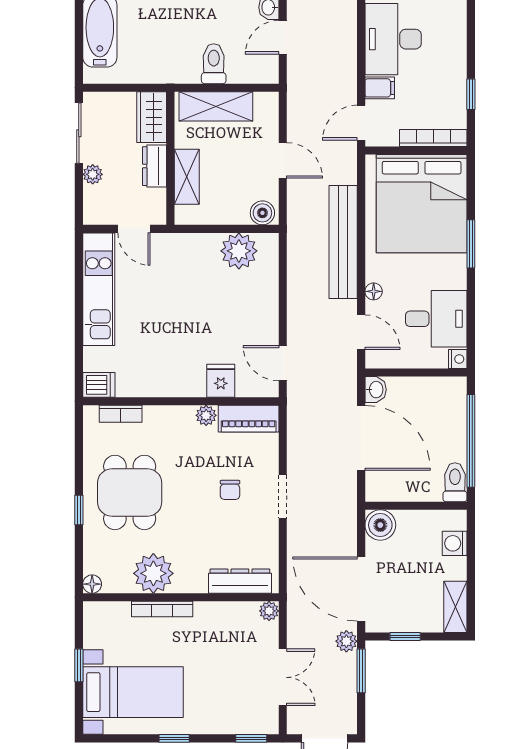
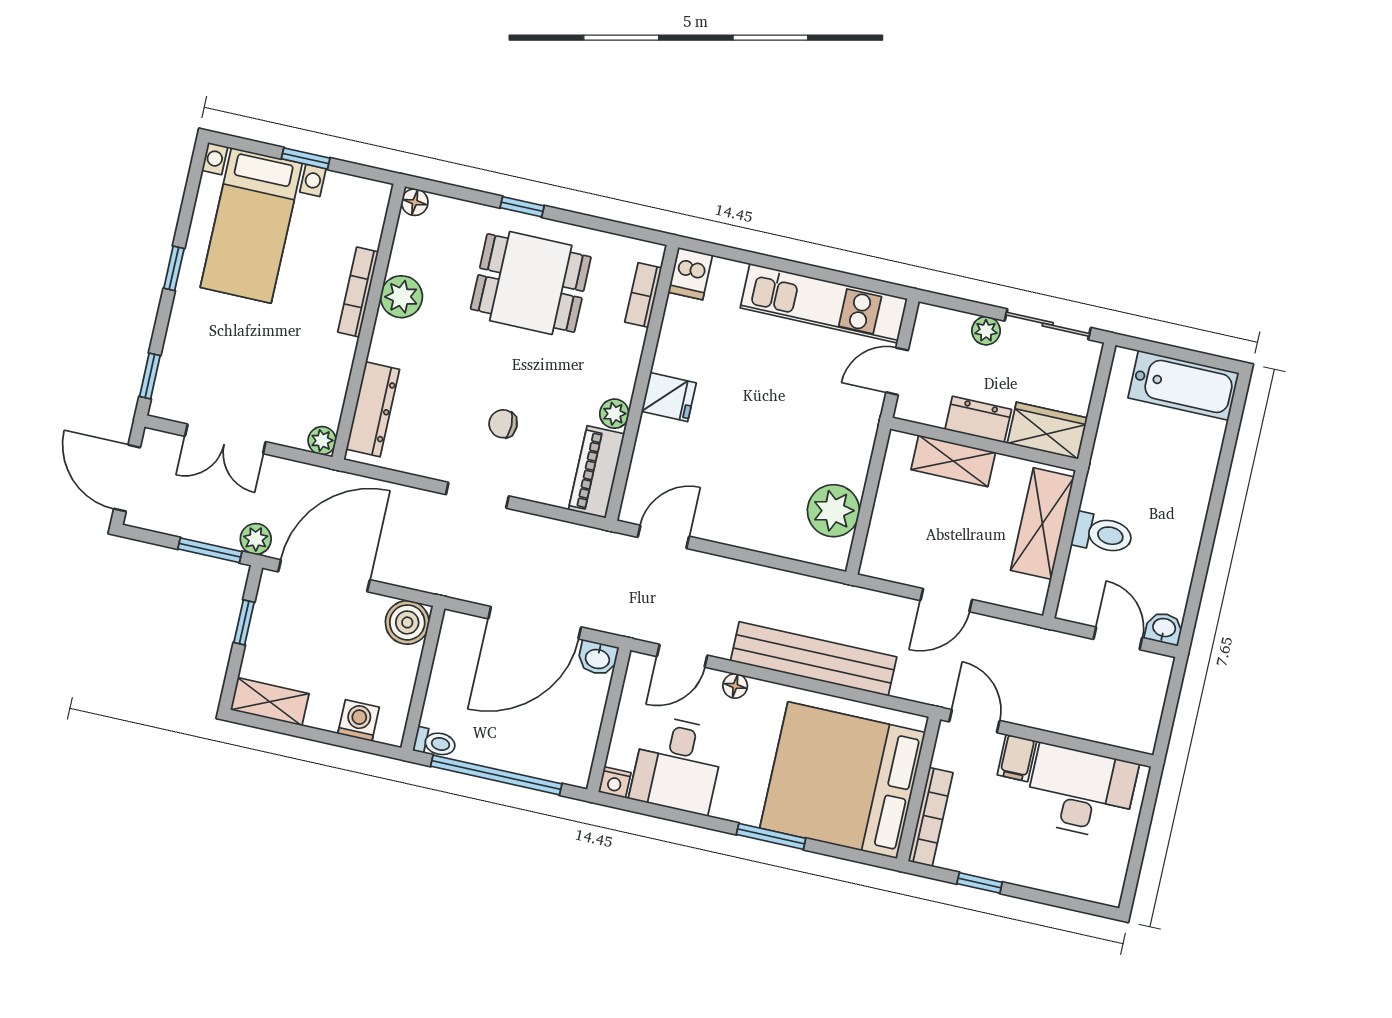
boiler: (262, 213) -> (879, 555), removed
fridge: (221, 381) -> (669, 397), moved
toilet: (455, 482) -> (435, 743), width x0.73, depth x0.72
plant: (153, 573) -> (401, 297), width x0.73, depth x0.73

